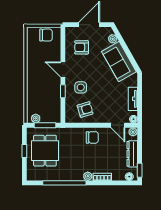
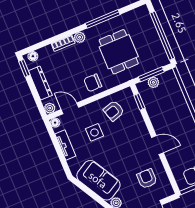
armchair: (82, 47) -> (147, 179), turned -90
side table: (81, 87) -> (94, 132), moved
window: (63, 91) -> (139, 102), moved
plant: (36, 118) -> (153, 82), moved
window: (24, 151) -> (162, 36), width x3.17
dining table: (45, 151) -> (119, 52), moved
window: (64, 183) -> (103, 19), width x0.68

